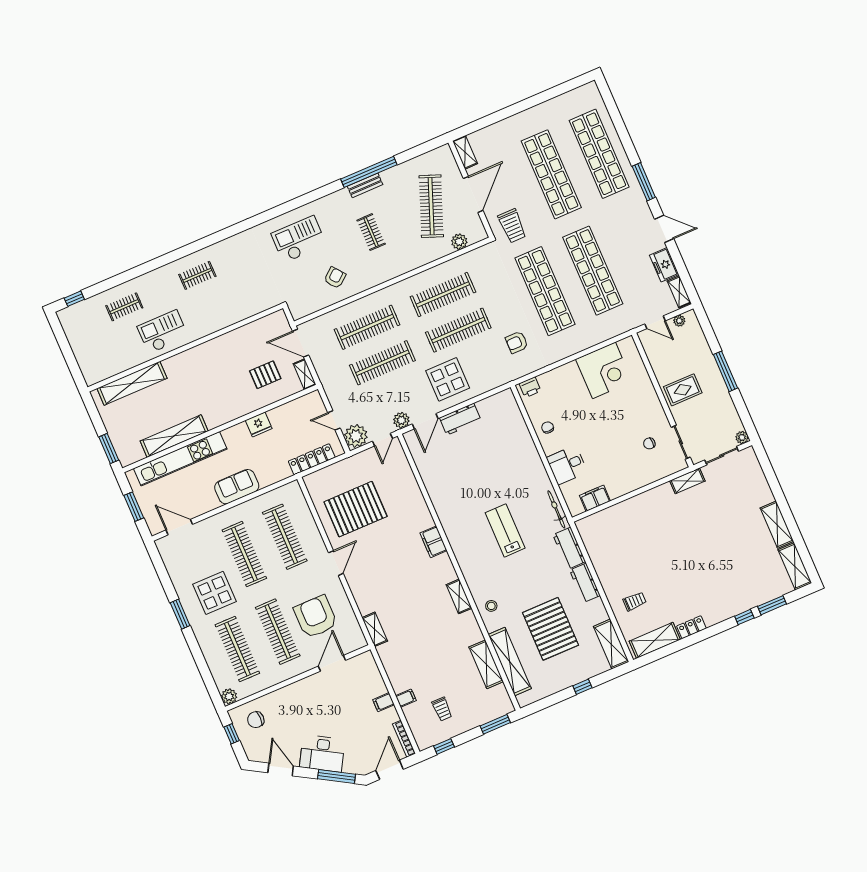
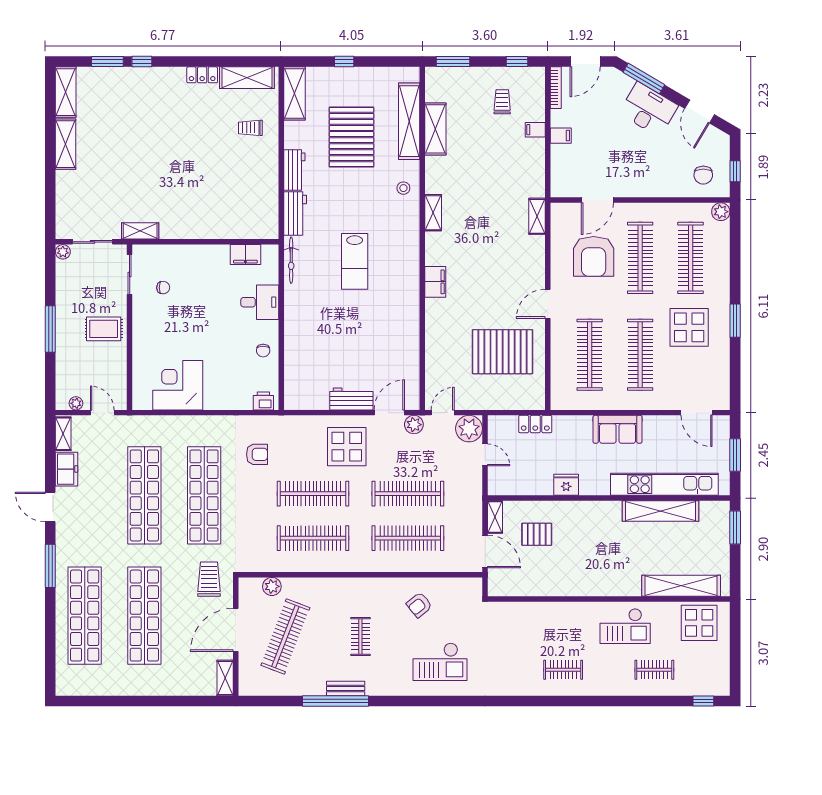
display table: (105, 360) -> (699, 623), added
locker: (312, 459) -> (535, 424), width x0.66
chair: (256, 720) -> (703, 175), turned 90

